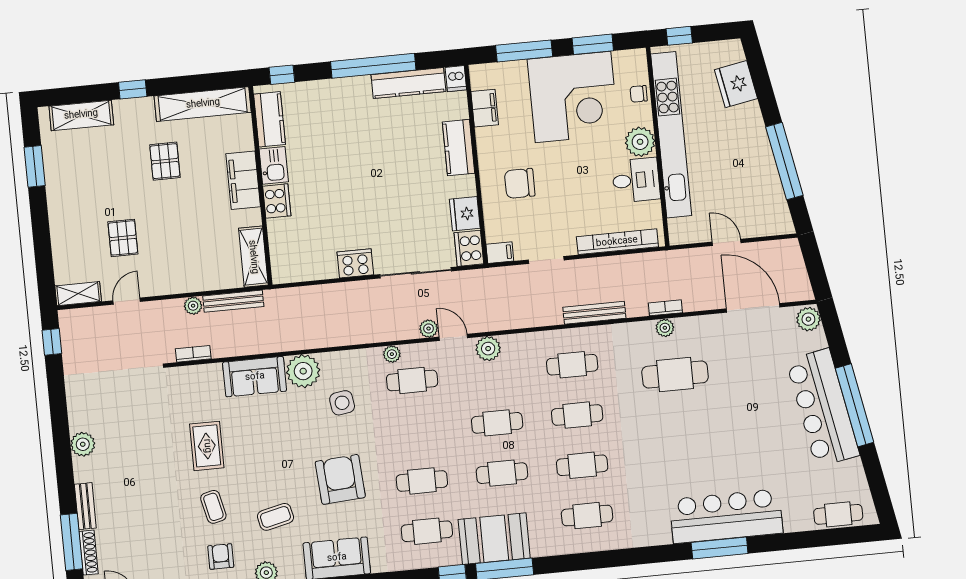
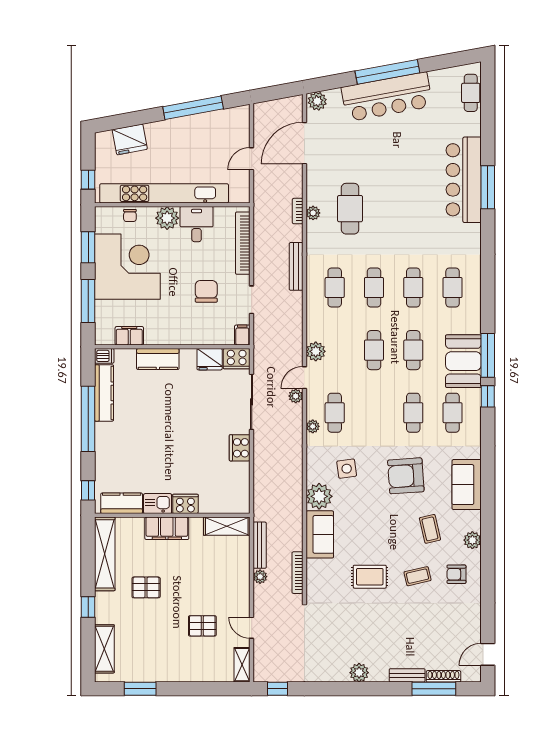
chair: (520, 183) -> (206, 291), moved, turned 180
bookcase: (193, 354) -> (297, 573), width x1.56

